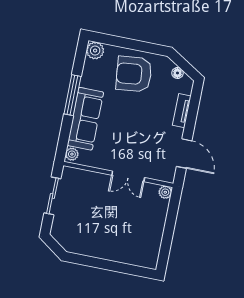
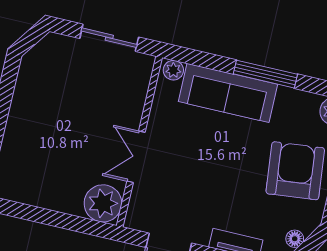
plant: (165, 192) -> (103, 203), width x1.87, depth x1.87

